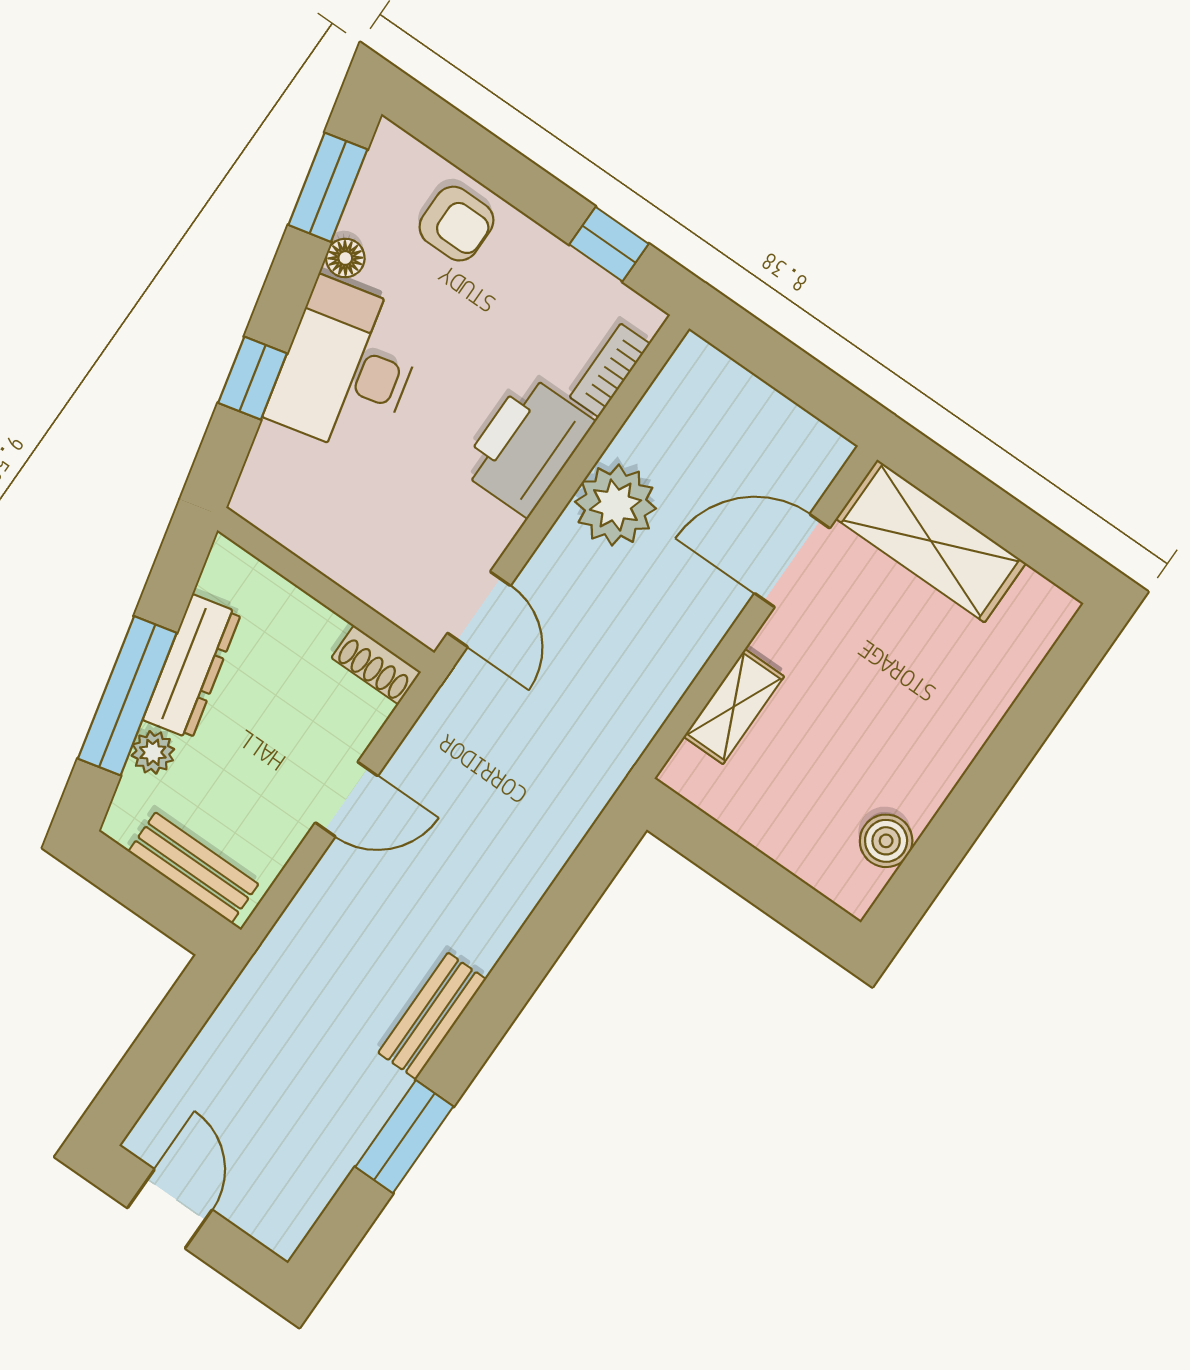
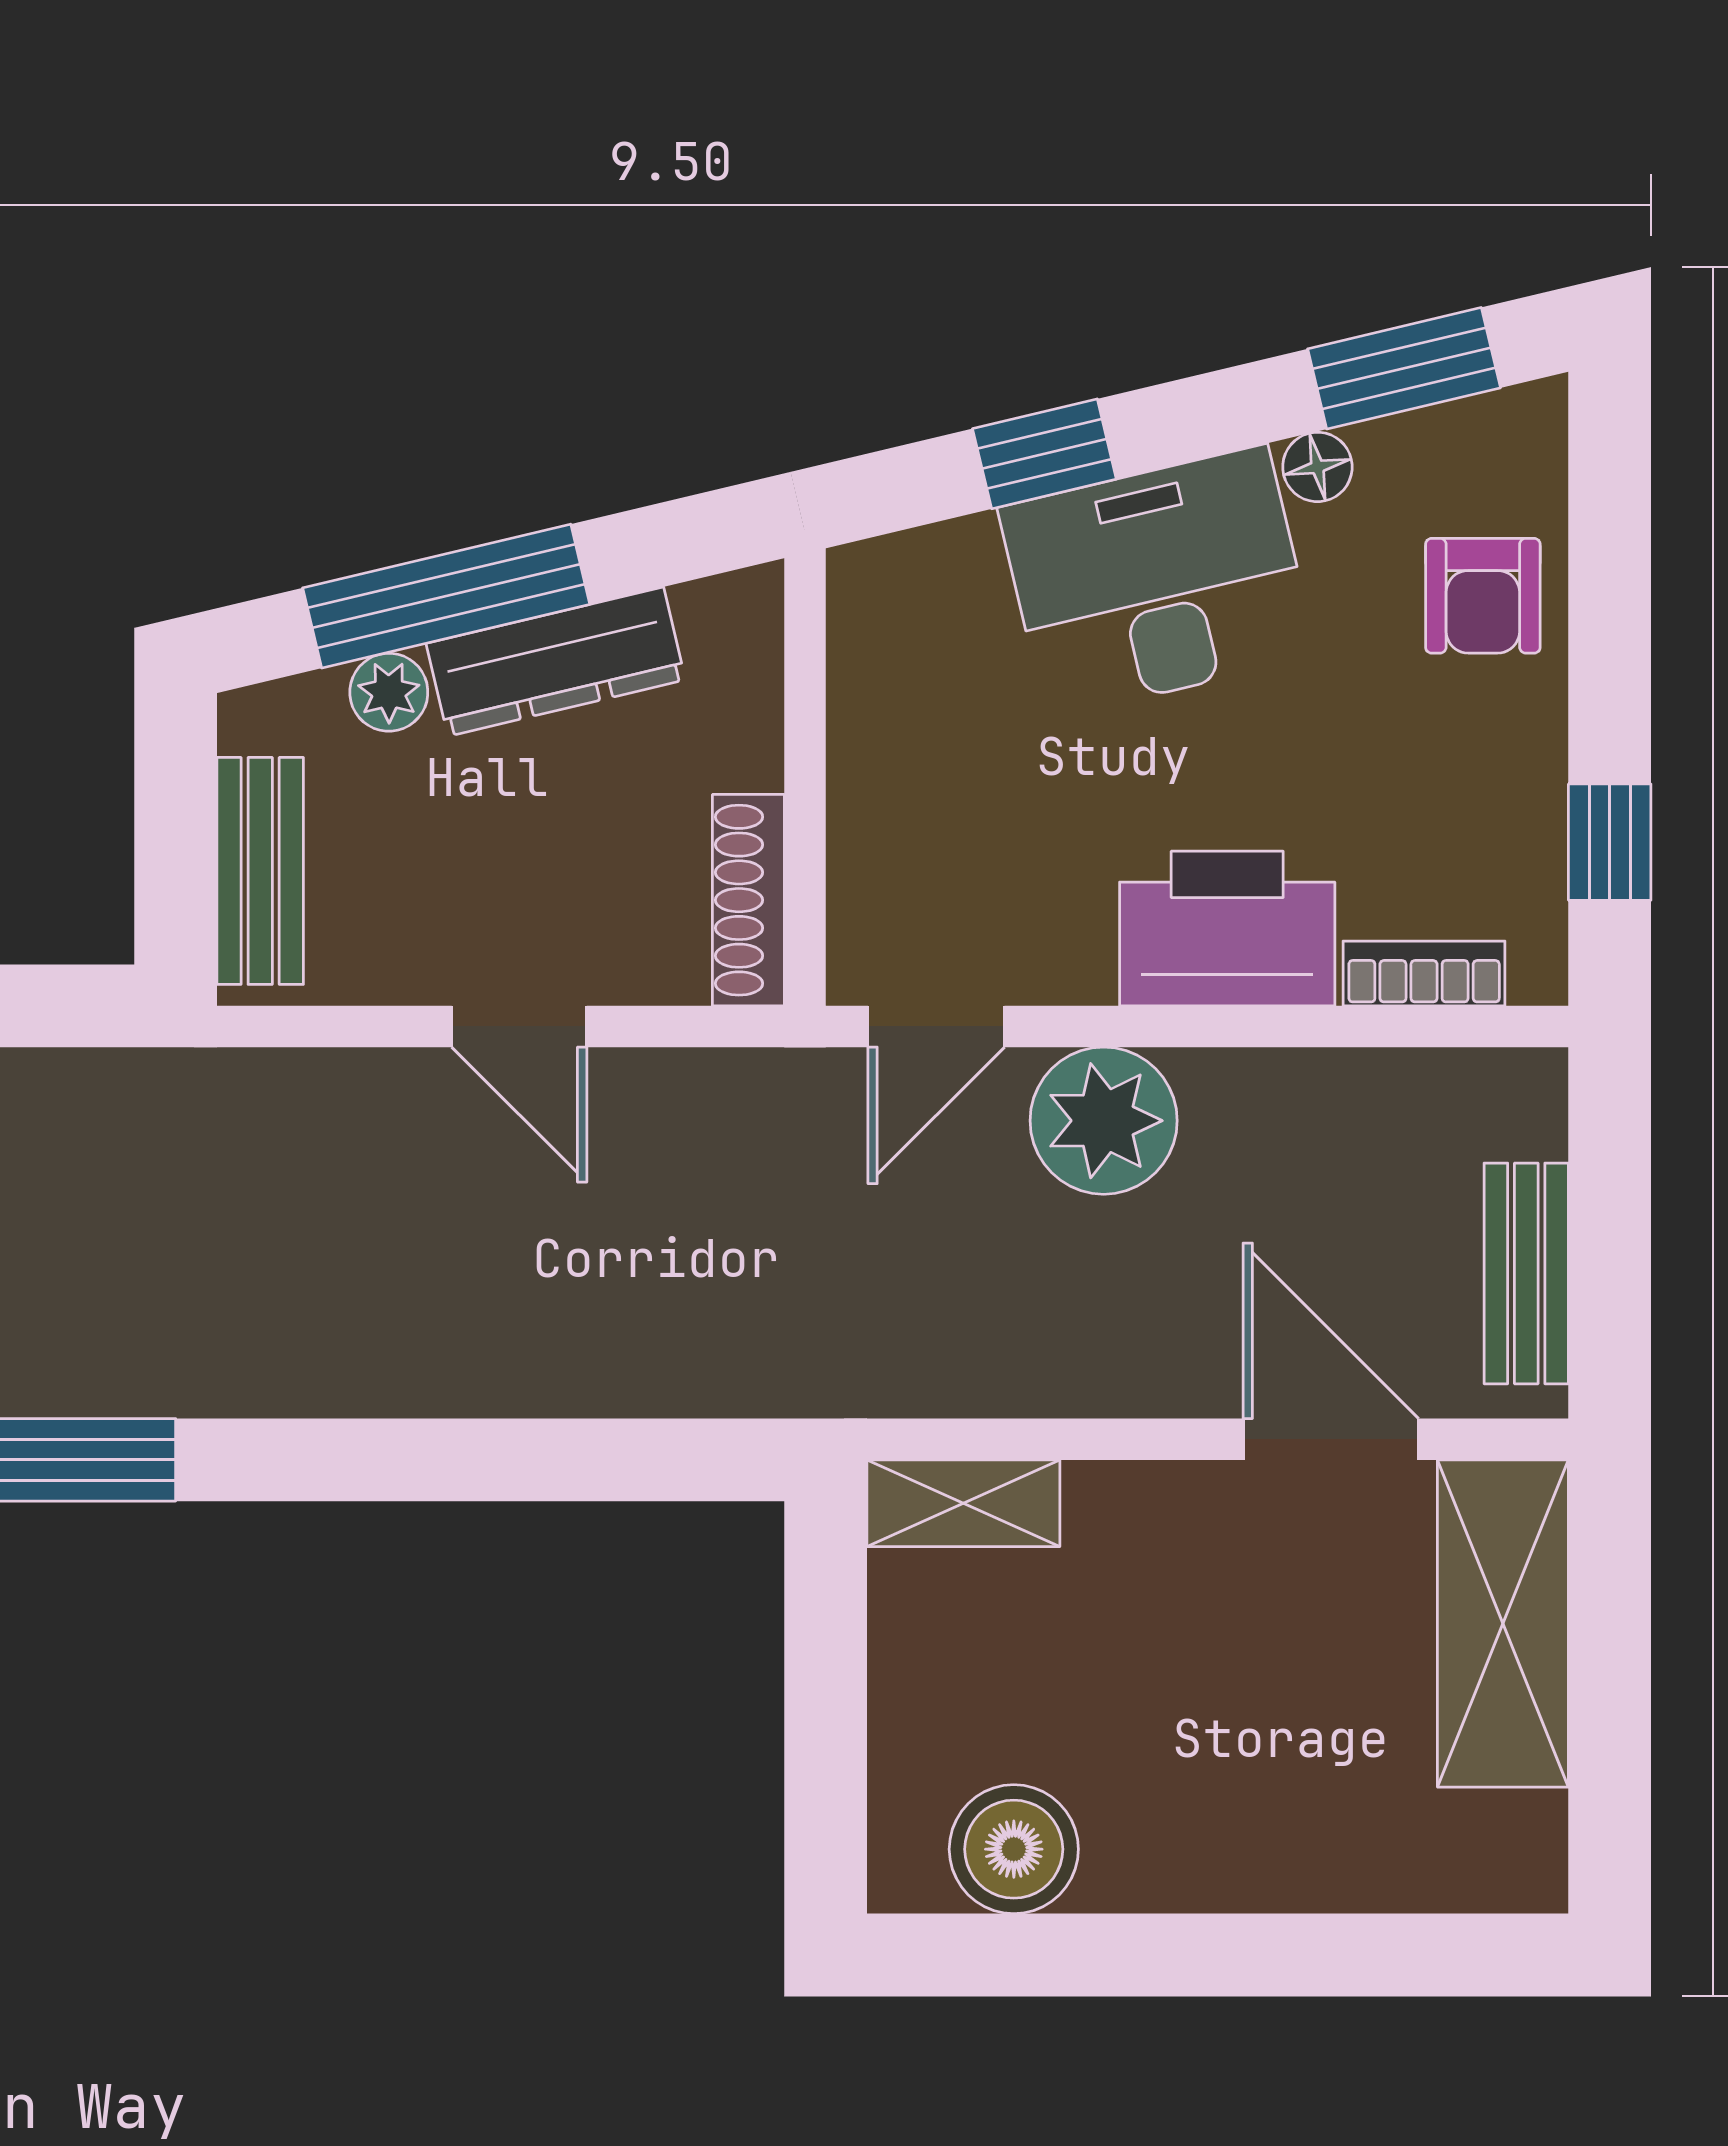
plant: (615, 505) -> (1104, 1121), moved
shoe rack: (376, 665) -> (748, 900), width x1.43
shelving: (734, 707) -> (963, 1503), moved
boiler: (886, 841) -> (1014, 1849), width x1.36, depth x1.36
bench: (432, 1016) -> (1526, 1273), moved, turned 90

